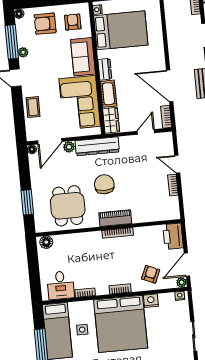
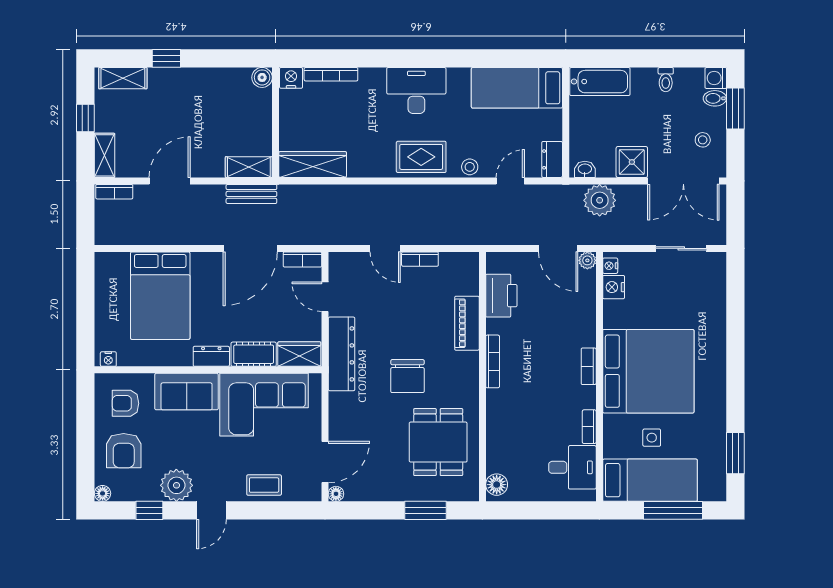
bed: (121, 30) -> (160, 296), moved, turned 180
window: (12, 42) -> (149, 510), width x0.46
plant: (23, 52) -> (176, 485), width x1.88, depth x1.88
door: (50, 141) -> (325, 462), hinge flipped
dresser: (97, 146) -> (342, 354), moved
plant: (69, 147) -> (338, 430), removed
door: (177, 164) -> (385, 248), hinge flipped
chair: (104, 184) -> (407, 376), turned -90
dining table: (68, 206) -> (438, 442), turned 90
piano: (115, 218) -> (467, 323), moved
printer: (173, 236) -> (501, 296), moved, turned -90
armchair: (151, 274) -> (569, 312), removed
nightstand: (151, 301) -> (614, 287), moved

